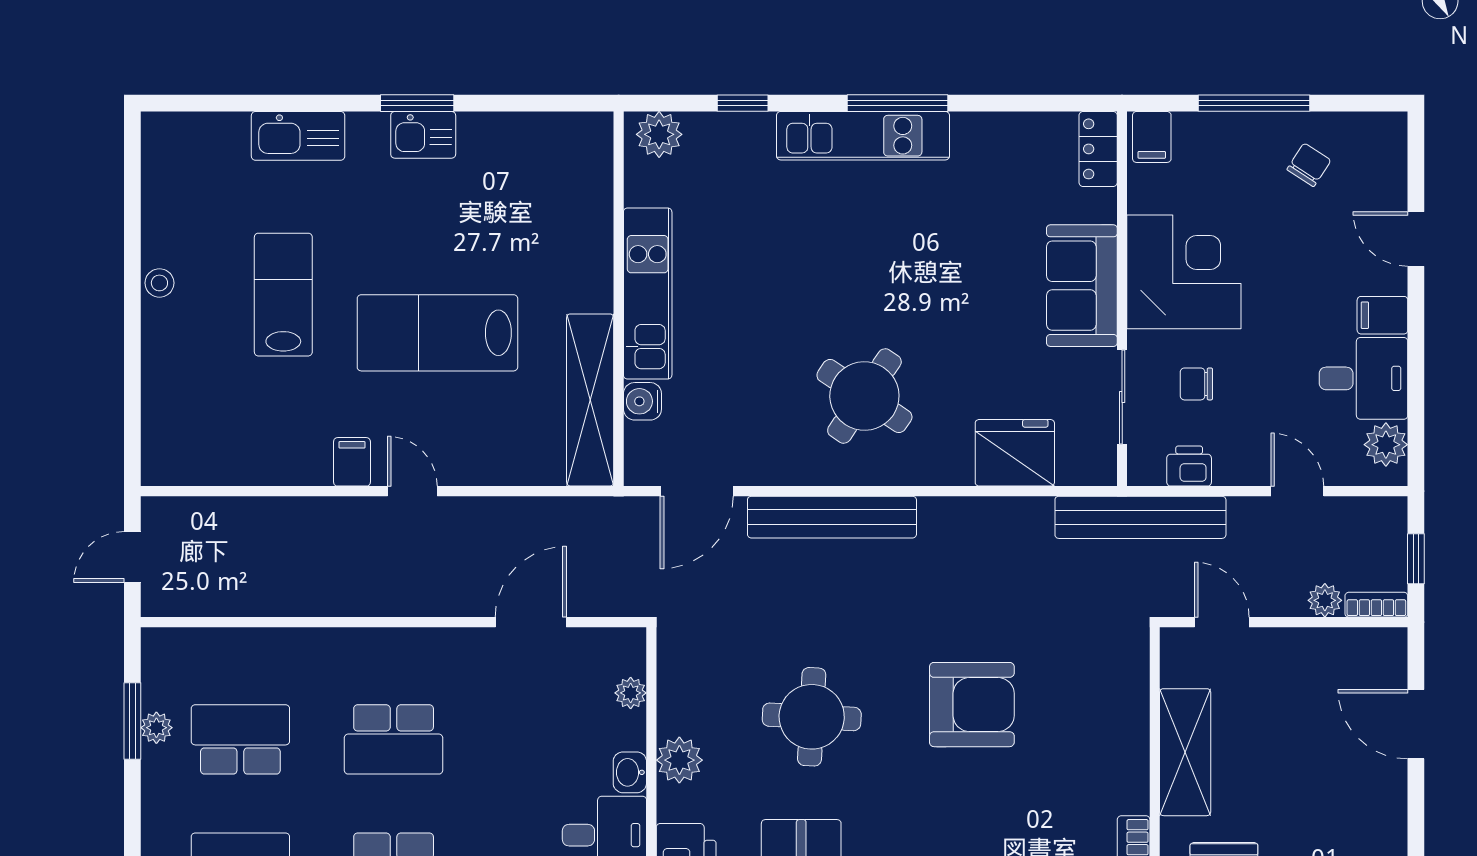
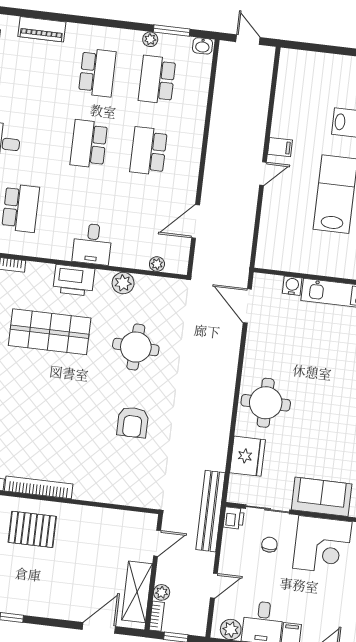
round table: (864, 396) -> (266, 403), moved, turned -34
shelving: (590, 400) -> (296, 261), removed
printer: (1189, 466) -> (234, 518), moved
bench: (832, 517) -> (228, 368), removed
door: (531, 622) -> (196, 221), swing flipped
armchair: (972, 705) -> (133, 422), width x0.73, depth x0.73
plant: (156, 728) -> (150, 39), moved
school desk: (240, 739) -> (157, 80), turned 180
shelving: (1185, 752) -> (137, 592), moved, turned 90
washbasin: (630, 772) -> (202, 46), moved, turned 180

